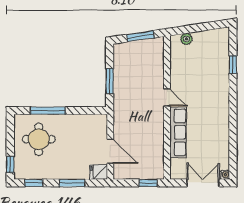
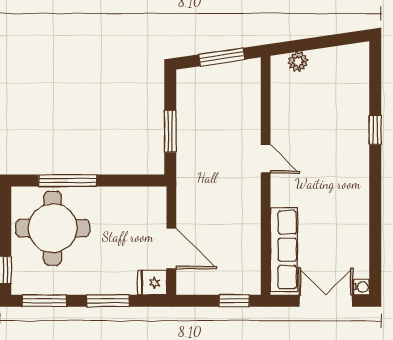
window: (233, 65) -> (375, 130), moved
row of seats: (178, 132) -> (284, 250), moved
round table: (39, 139) -> (53, 228), width x1.36, depth x1.36
window: (34, 183) -> (45, 301), width x1.50

